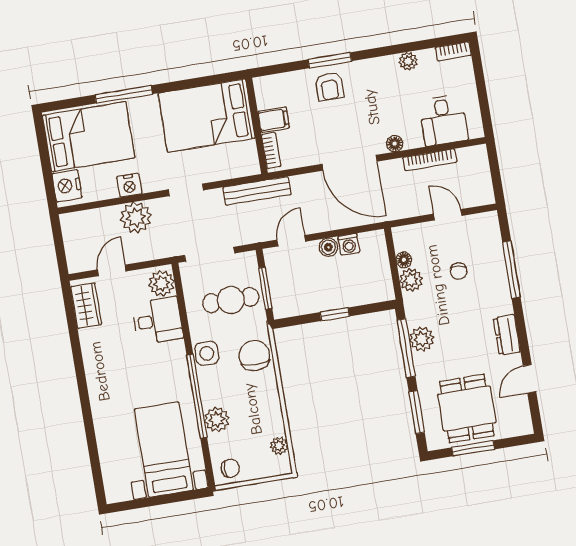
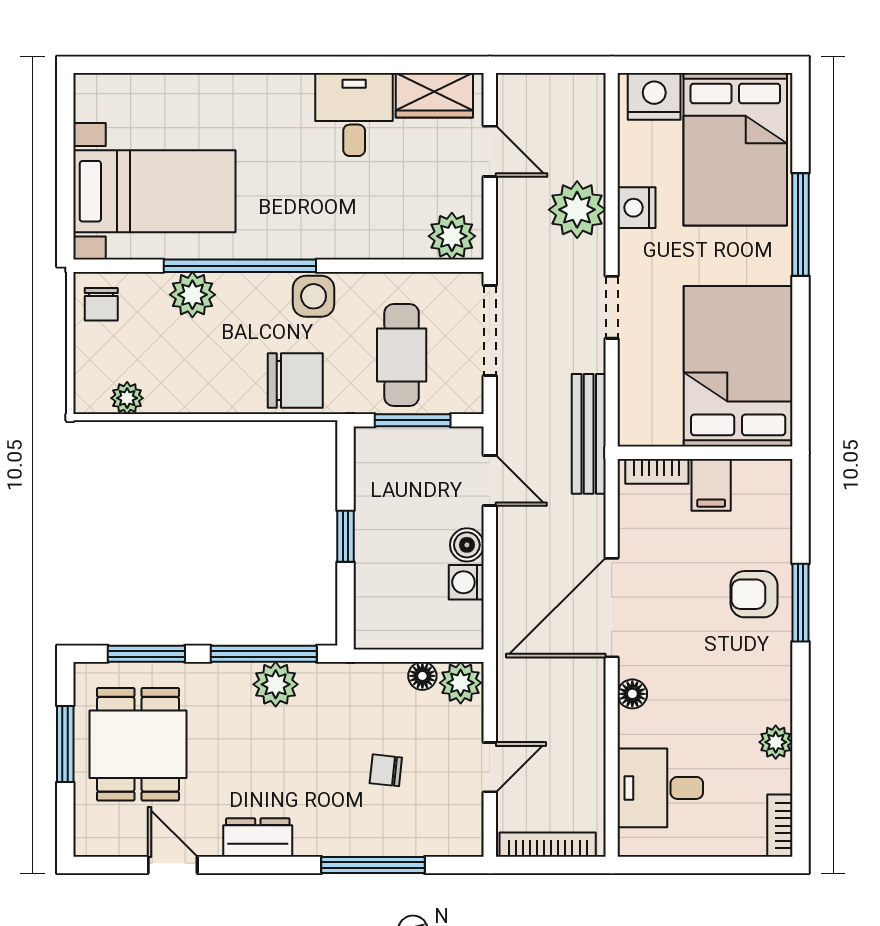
bookcase: (430, 160) -> (548, 845), moved, turned 90
plant: (411, 280) -> (461, 683), moved
desk: (158, 321) -> (354, 114), moved, turned 180
dining table: (467, 409) -> (138, 744), turned 90

